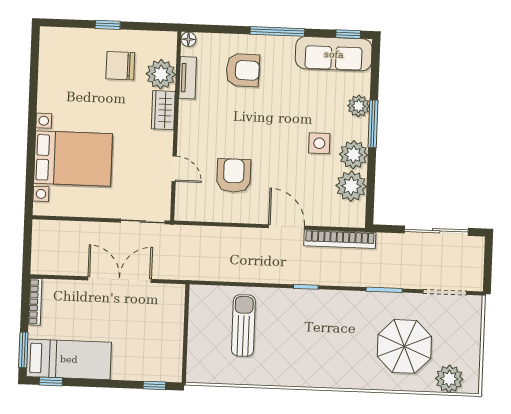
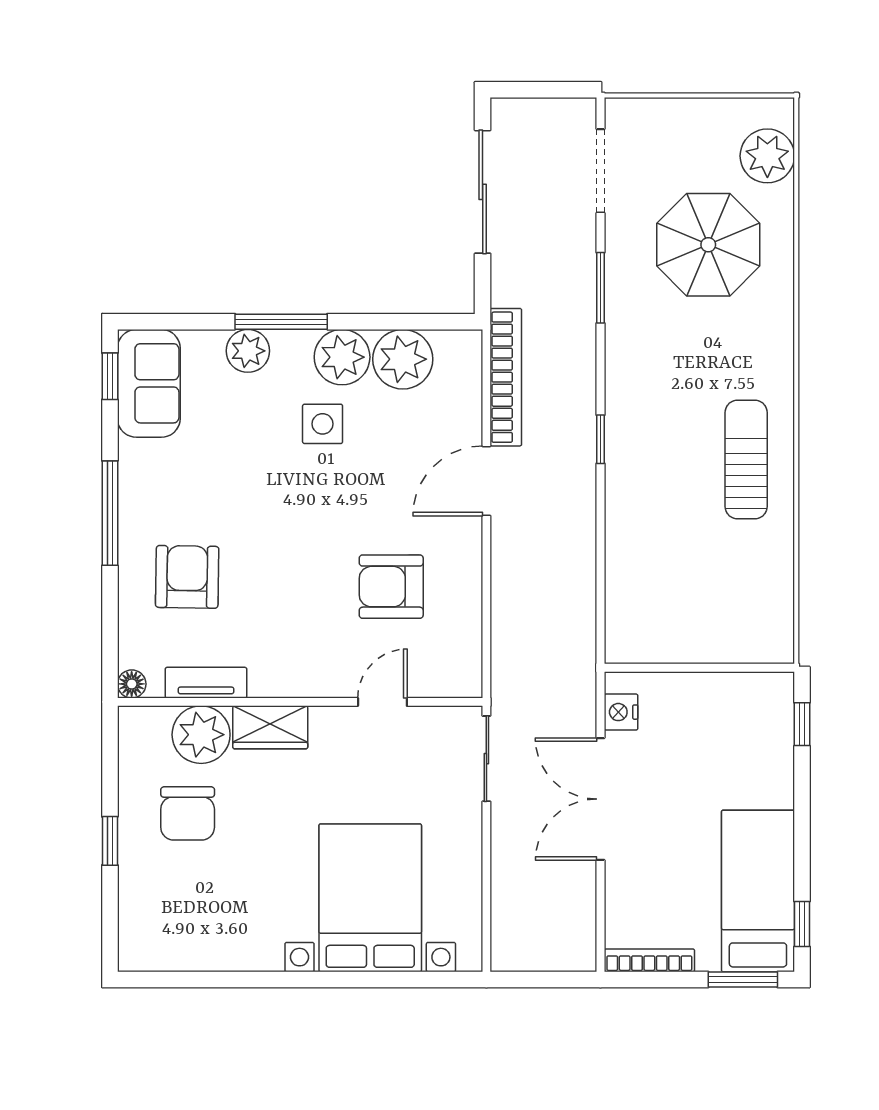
sofa: (334, 54) -> (149, 383), width x0.73
nightstand: (164, 292) -> (621, 712), added
sun lounger: (243, 325) -> (746, 460), moved, turned 90

